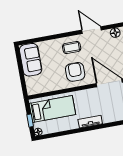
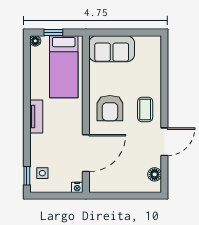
sofa: (31, 60) -> (112, 49), moved
armchair: (75, 72) -> (110, 108), turned 90

